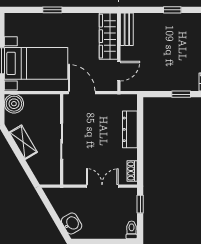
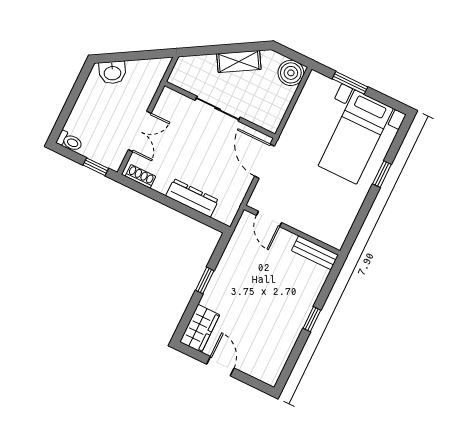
wardrobe: (108, 36) -> (317, 227), removed
bed with nightstands: (36, 63) -> (356, 137), moved
door: (82, 93) -> (265, 161), swing flipped

